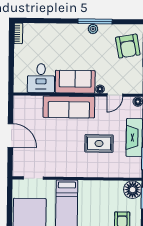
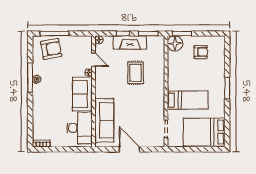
desk: (41, 78) -> (80, 128), width x1.37
sofa: (69, 107) -> (104, 120), moved
door: (10, 135) -> (129, 149), hinge flipped

